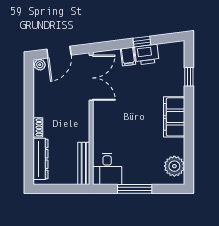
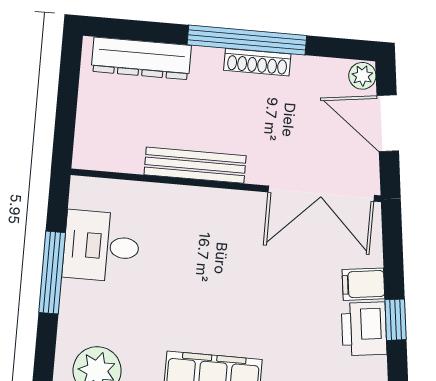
window: (29, 115) -> (247, 40), added
shoe rack: (38, 127) -> (257, 62), moved, width x1.43
bench: (84, 163) -> (195, 165), moved
desk: (107, 169) -> (101, 246), moved

